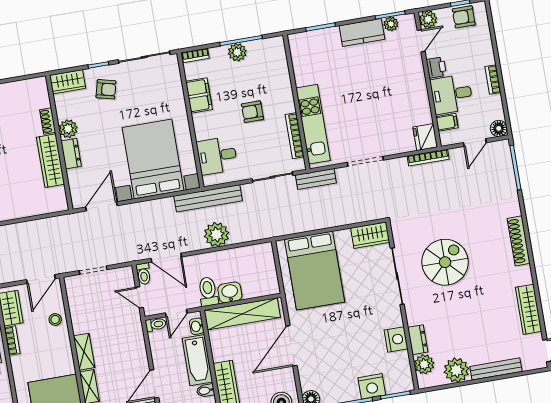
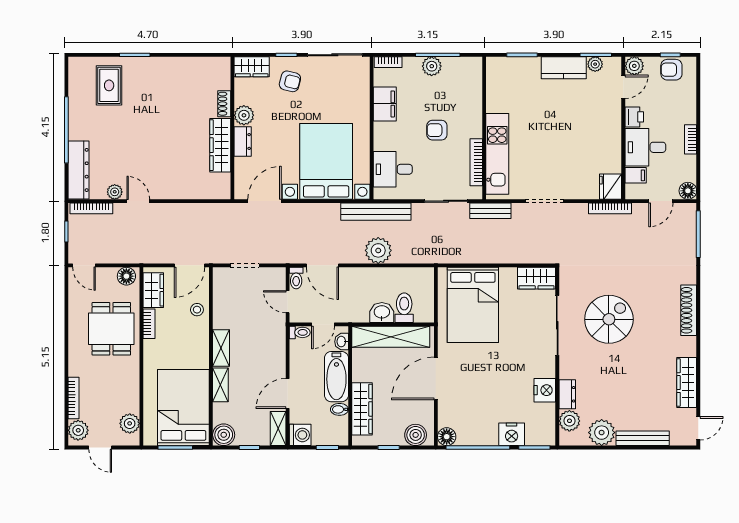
toilet: (208, 291) -> (404, 308), moved

